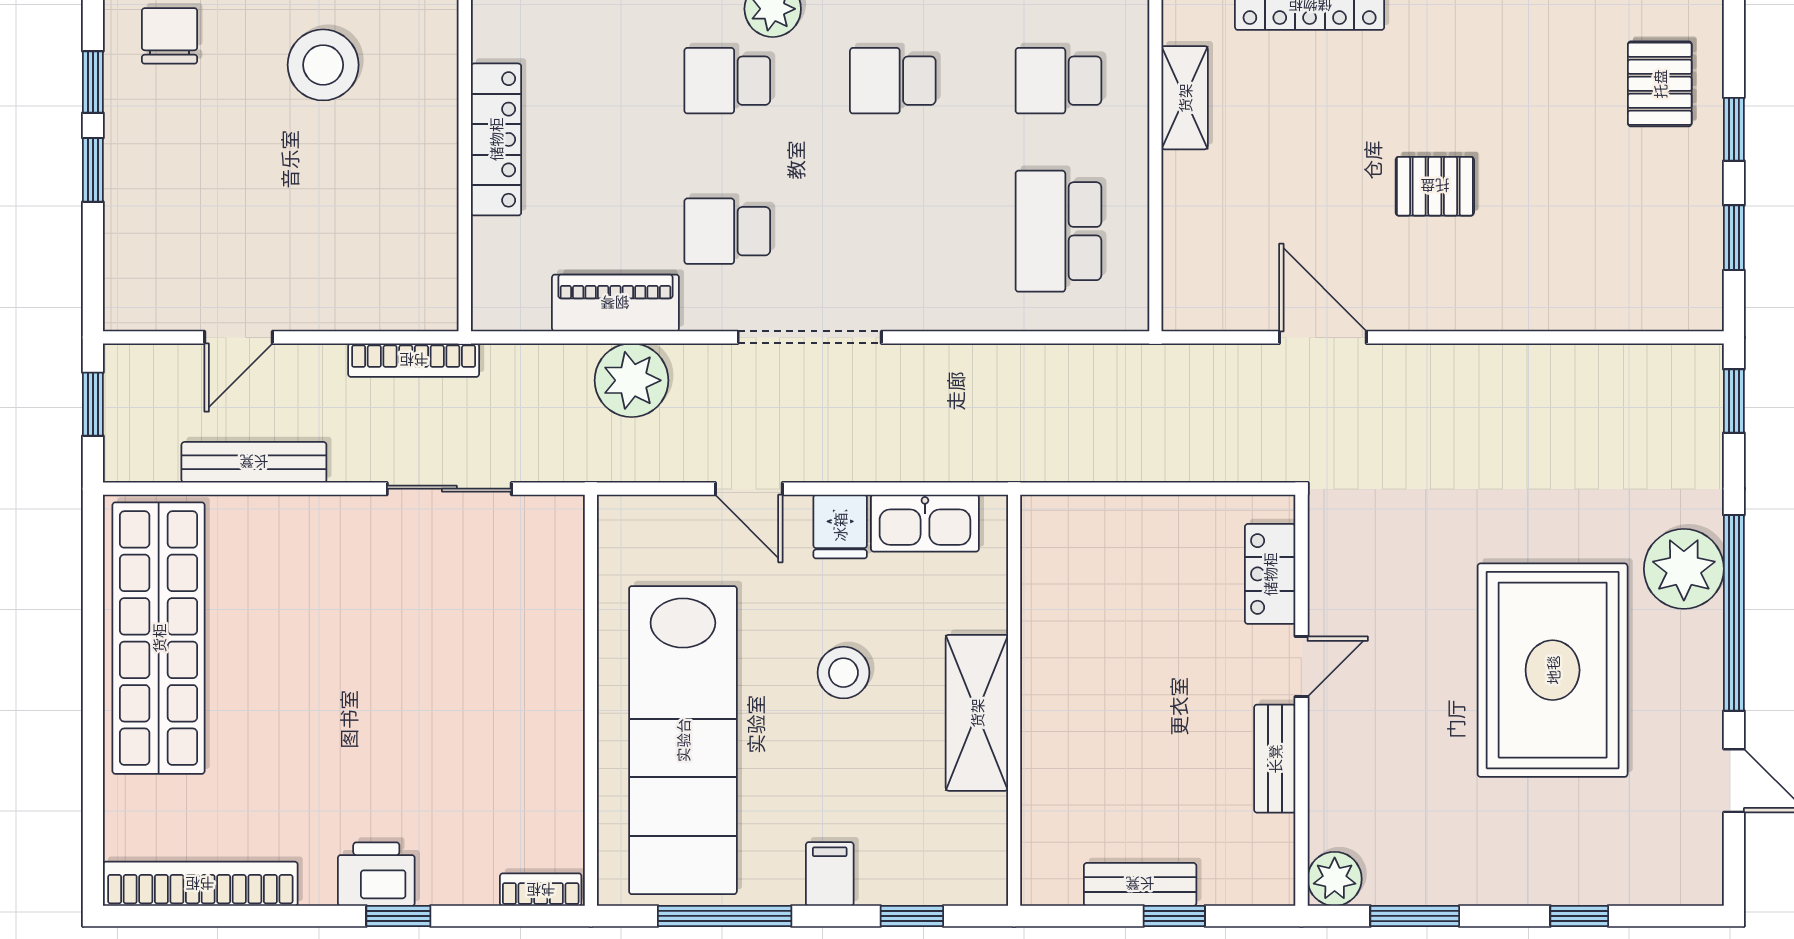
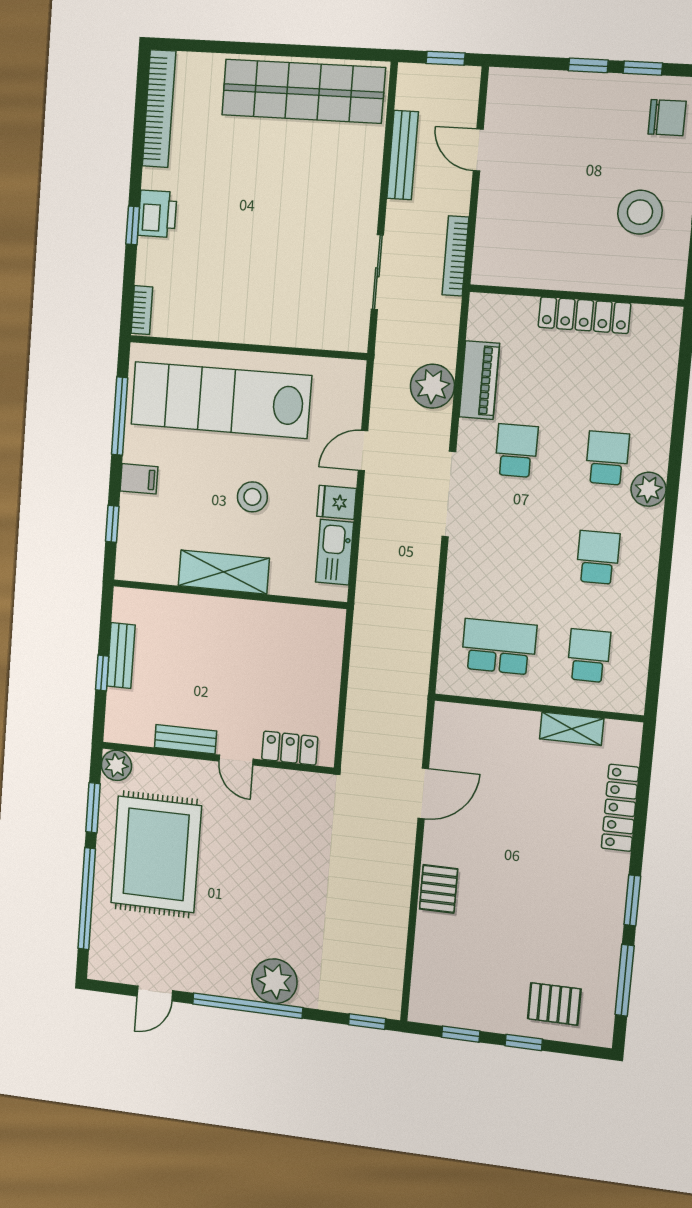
pallet: (1435, 186) -> (439, 889), moved
rug: (1553, 670) -> (156, 854), moved, turned 90
window: (1579, 916) -> (87, 899), width x3.17

